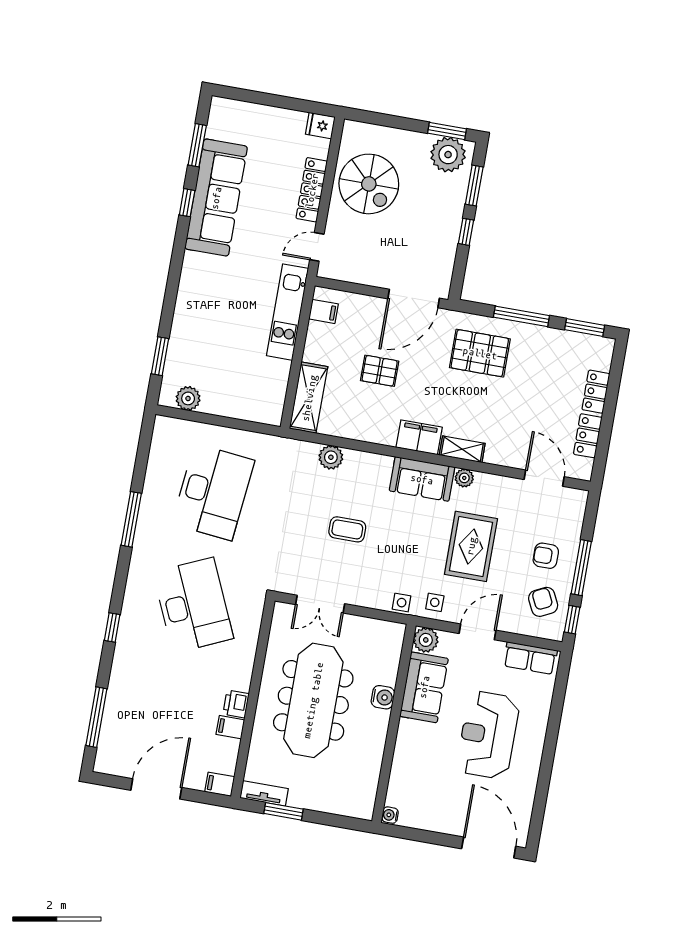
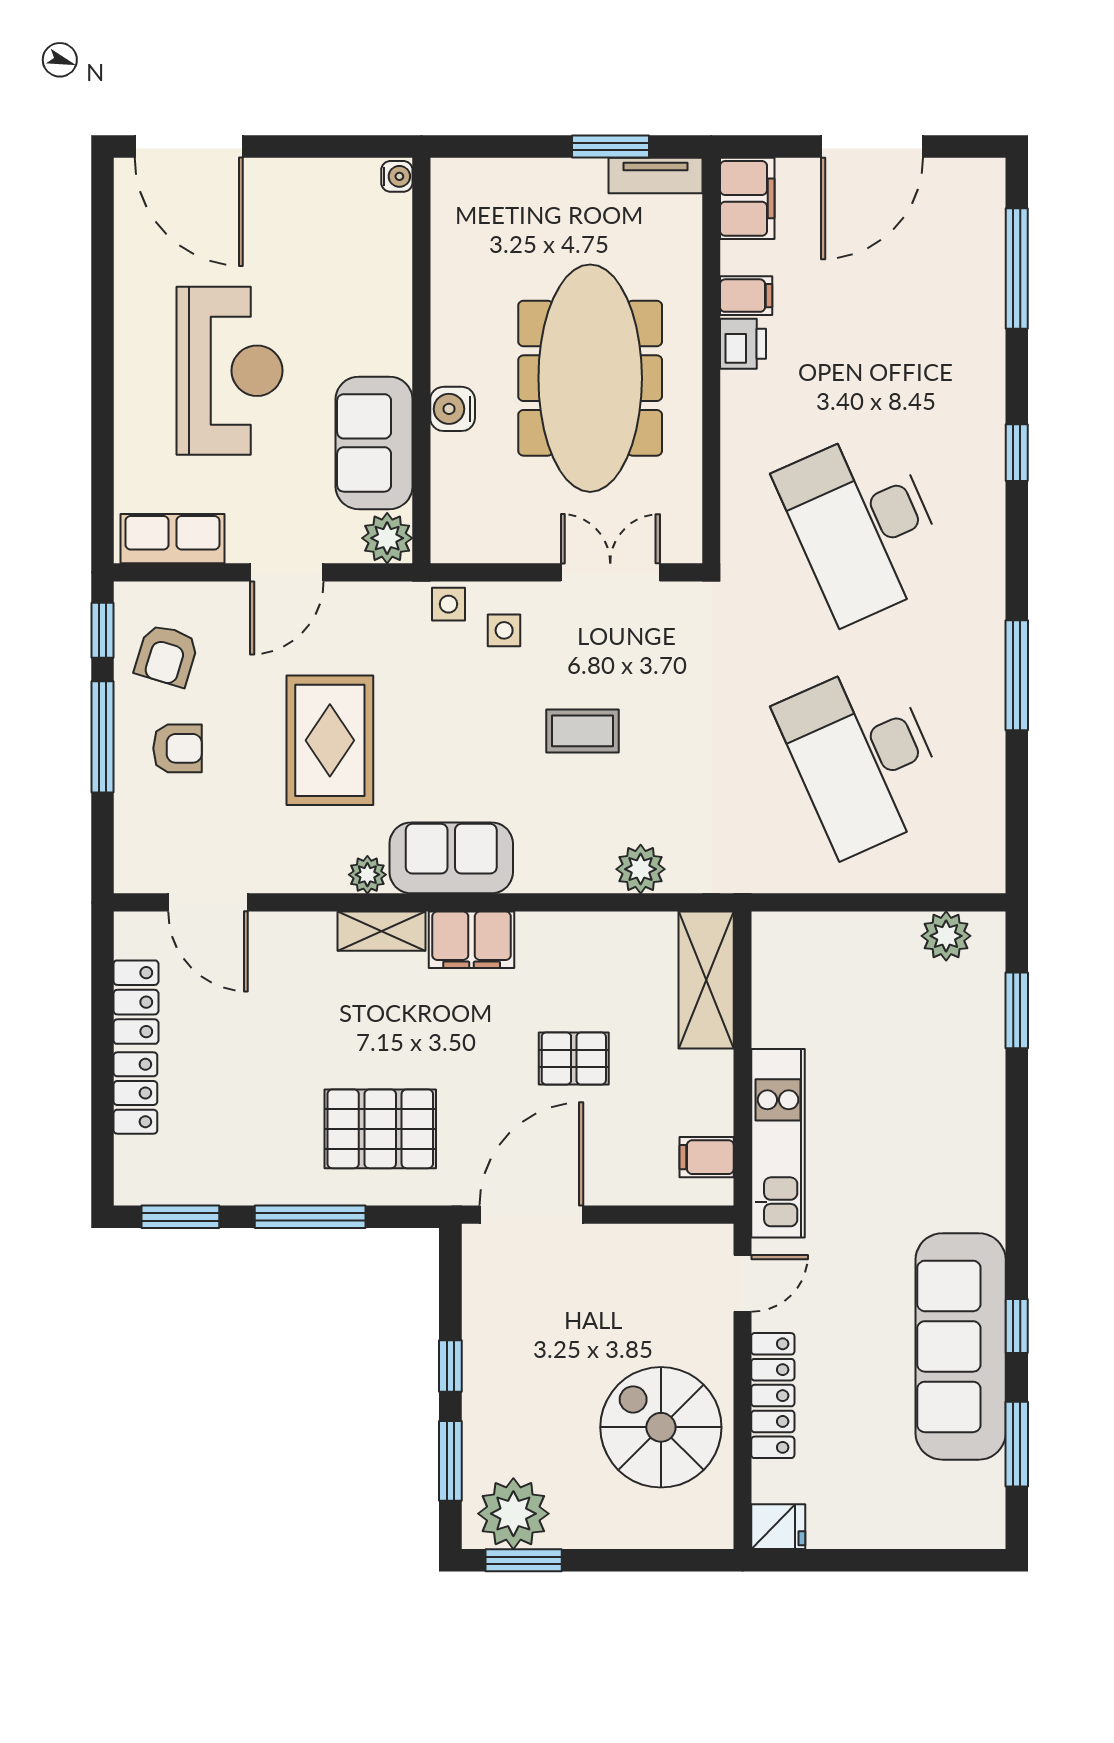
desk: (213, 492) -> (863, 758), turned -30
side table: (435, 602) -> (504, 630), moved
armchair: (543, 602) -> (167, 655), turned 43
filing cabinet: (220, 784) -> (747, 198), width x2.00

